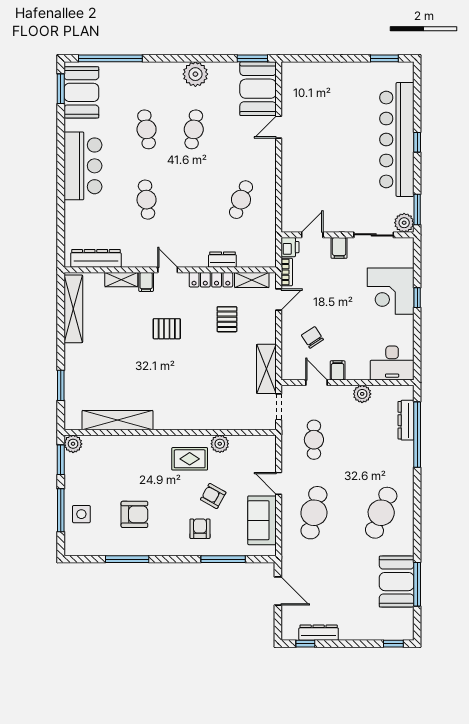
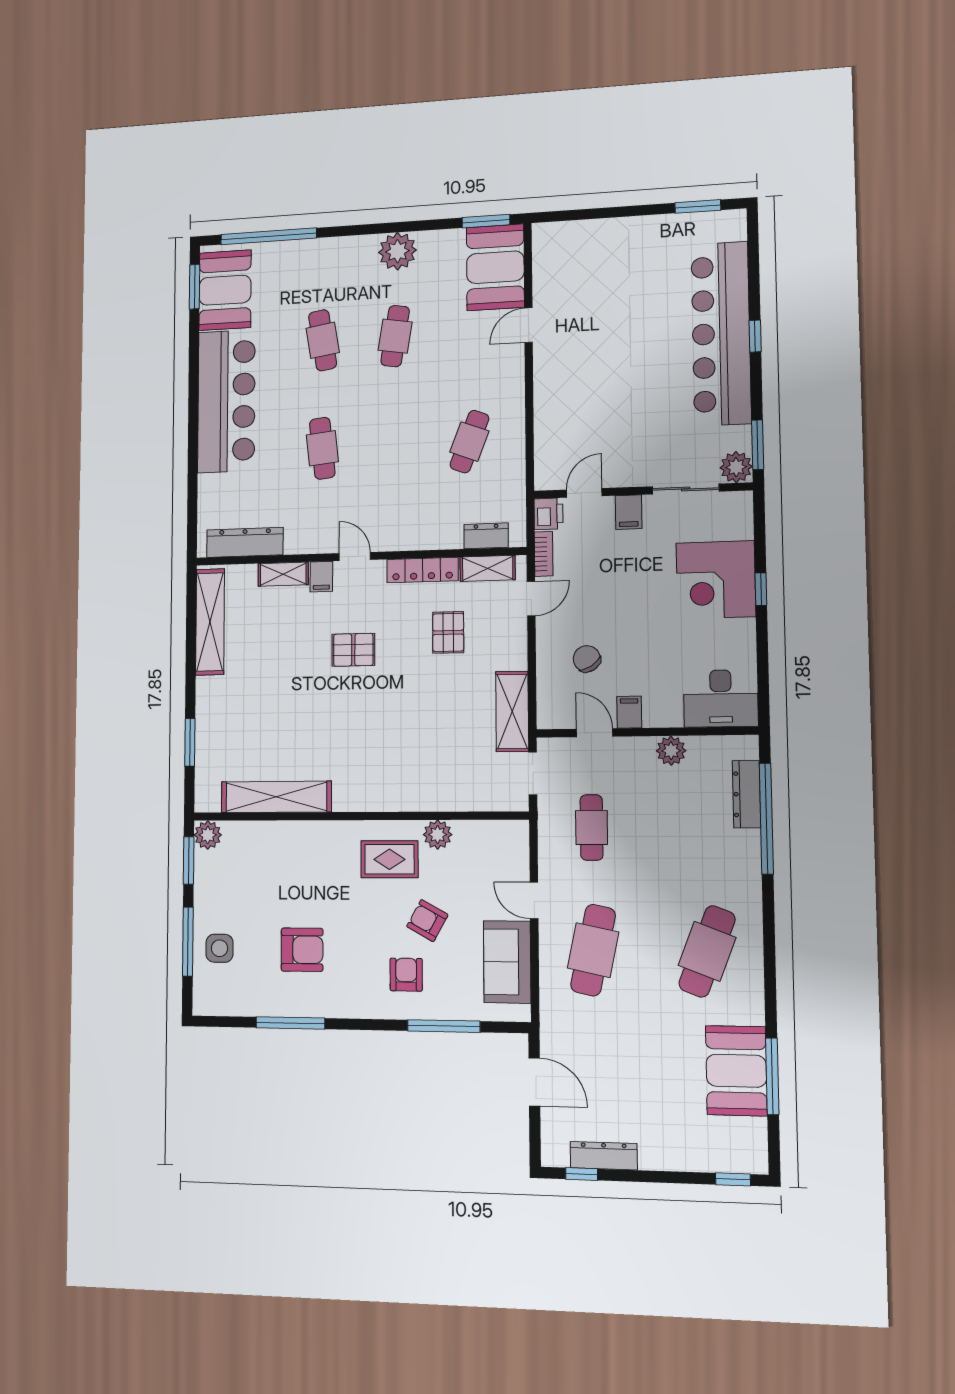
bar counter: (83, 166) -> (226, 401), width x1.36
dresser: (222, 260) -> (486, 536), moved

